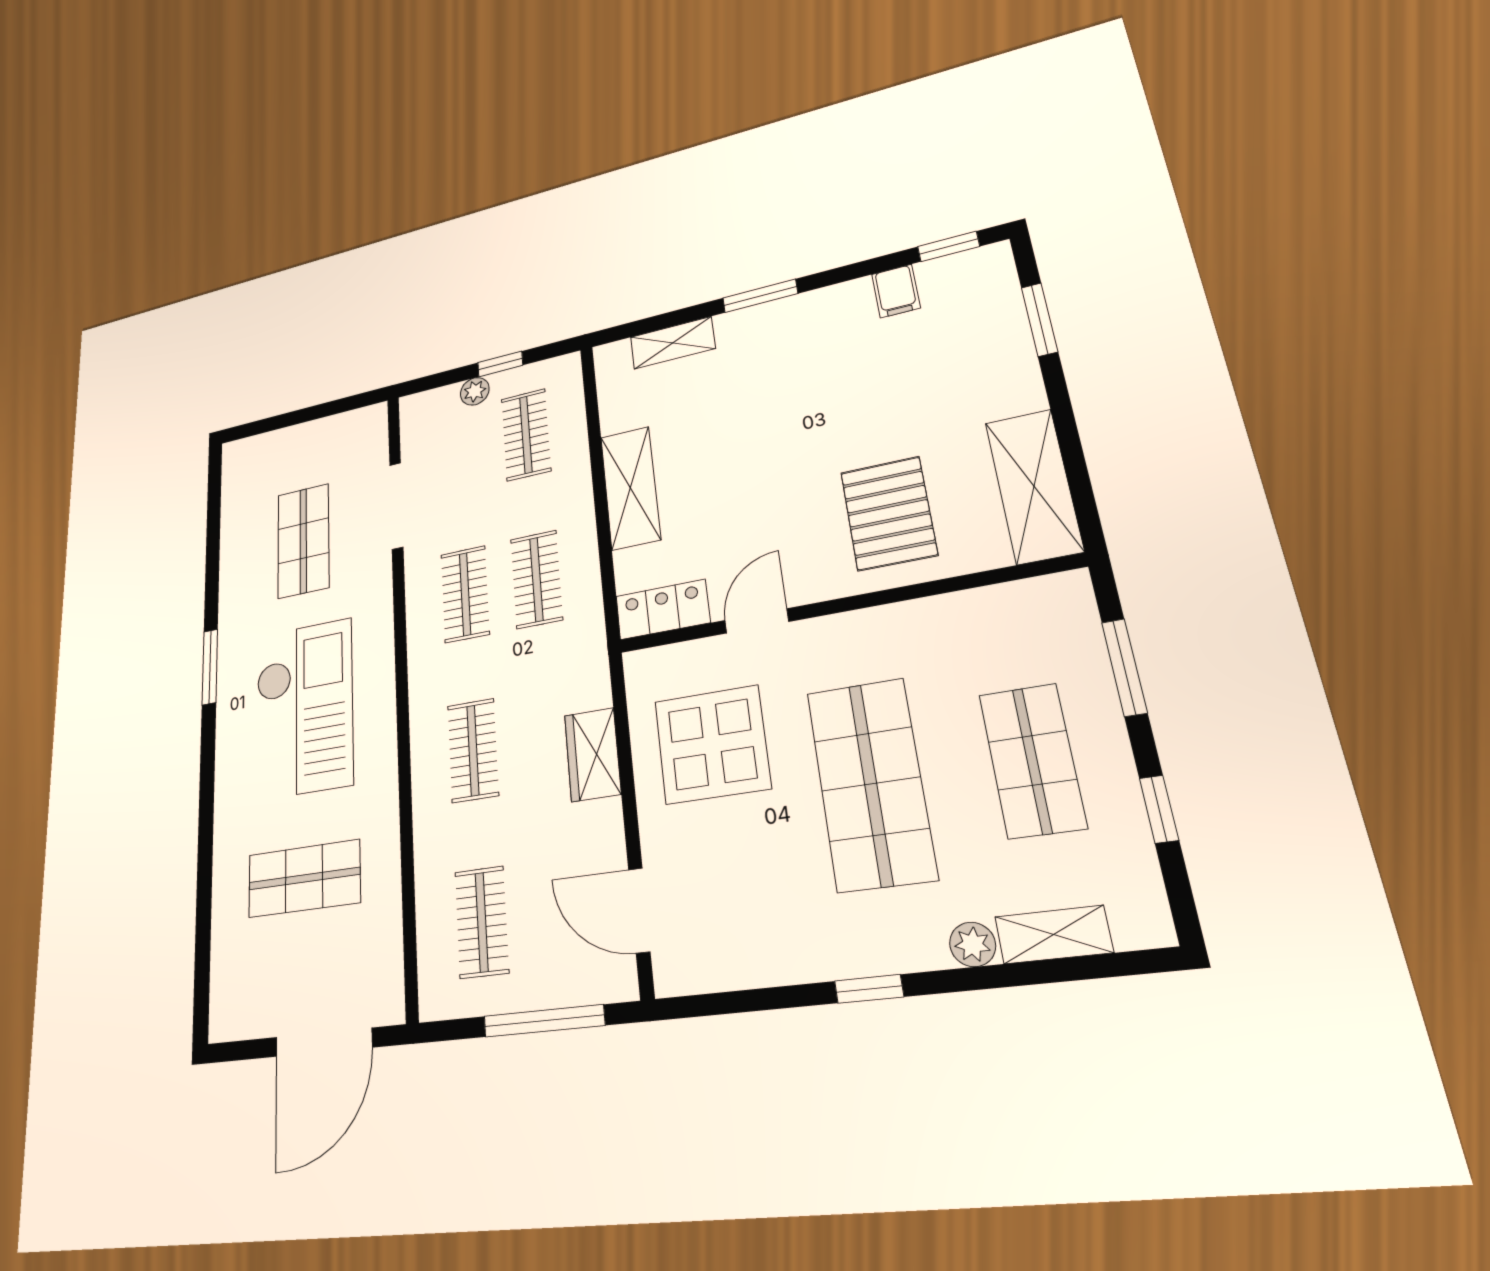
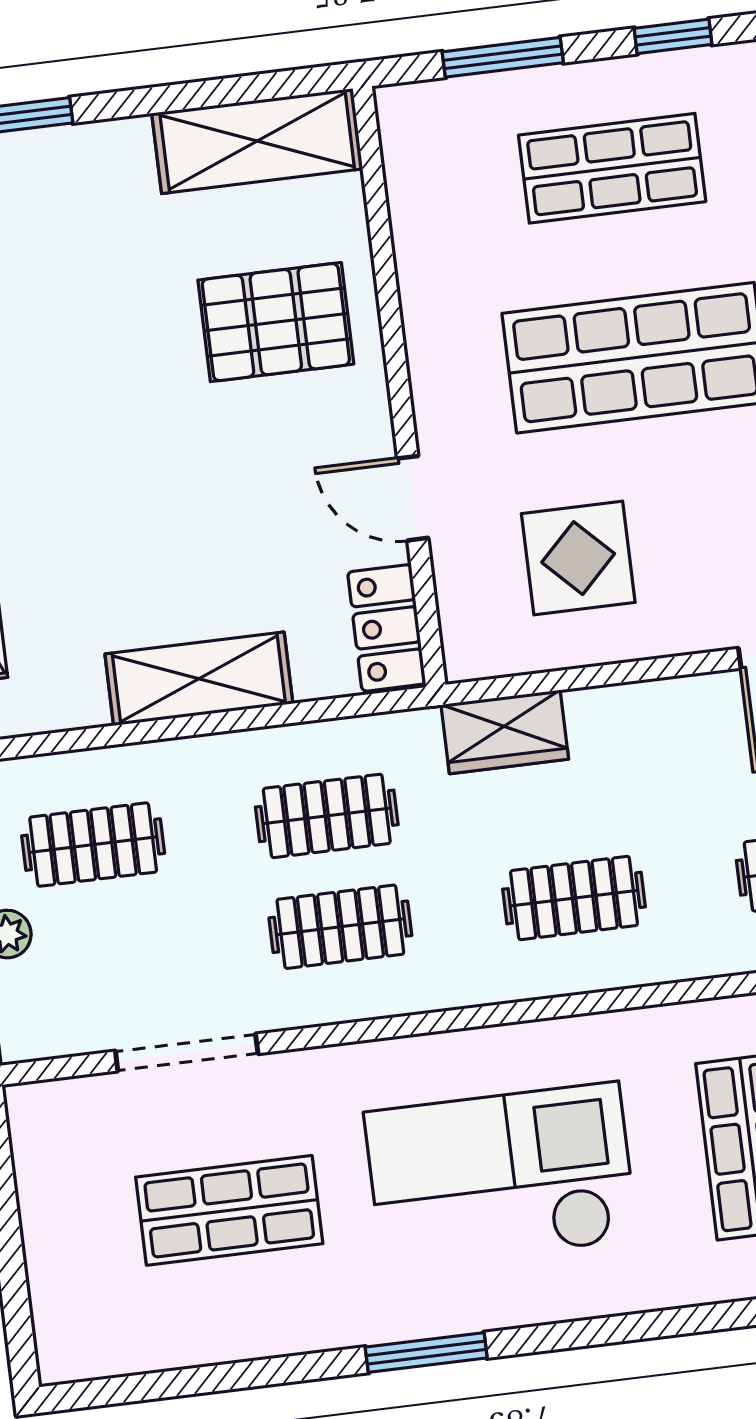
display table: (712, 744) -> (578, 558), width x0.73, depth x0.73
wardrobe: (593, 755) -> (505, 732), moved

